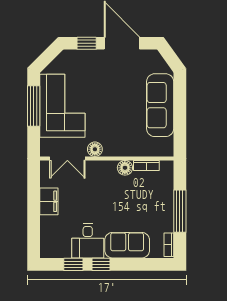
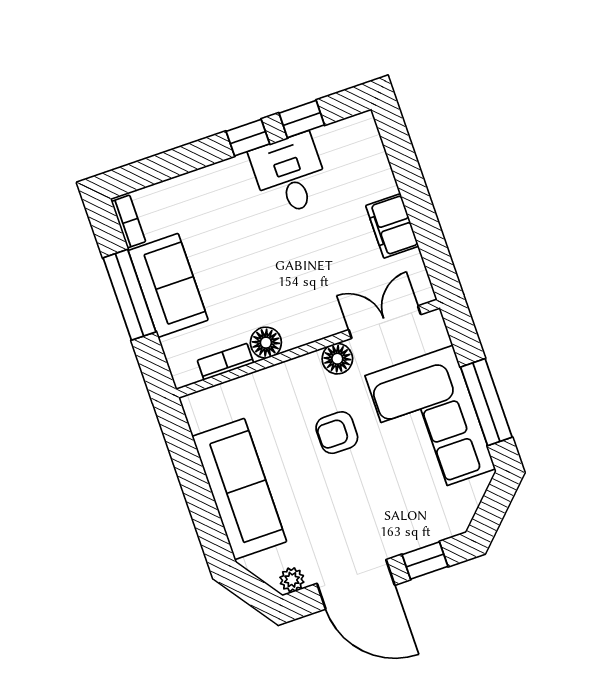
plant: (150, 55) -> (292, 580), added
armchair: (107, 116) -> (337, 433), added
sofa: (127, 245) -> (168, 285), moved, turned -90

